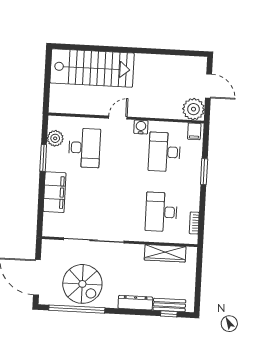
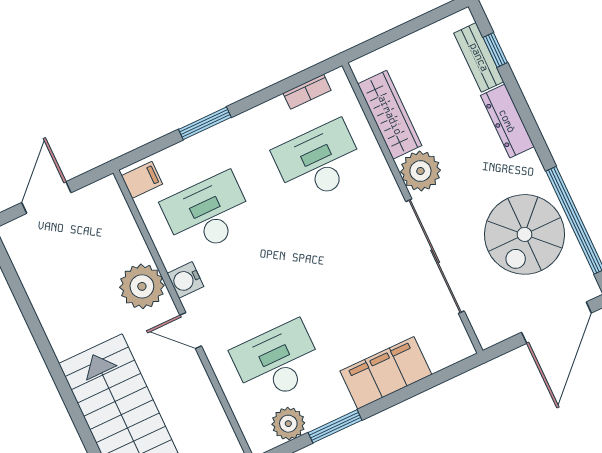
plant: (194, 109) -> (142, 286), moved
desk: (164, 152) -> (208, 214), turned 180
desk: (161, 212) -> (319, 162), turned 180
plant: (134, 254) -> (420, 171), added
spiral stairs: (82, 284) -> (524, 234), turned 180

